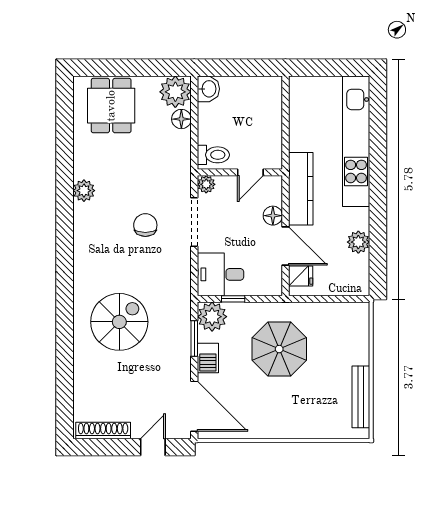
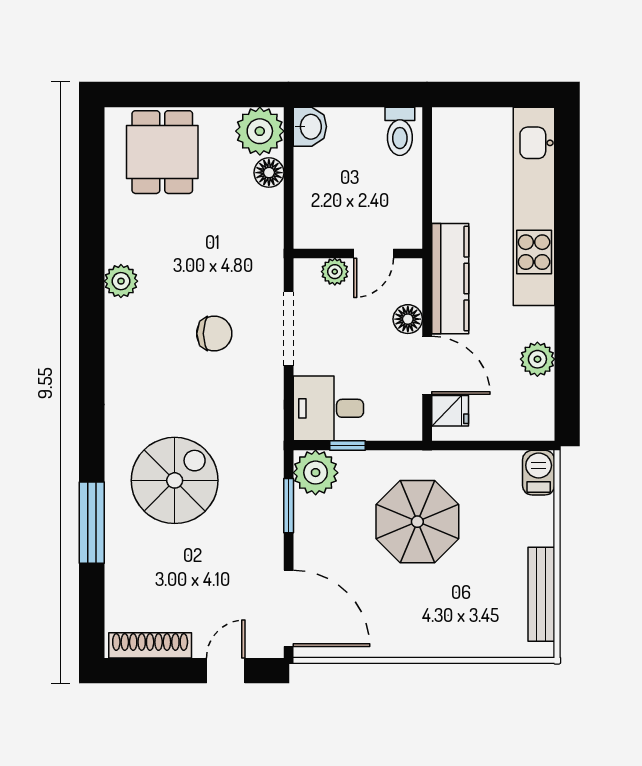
toilet: (213, 155) -> (400, 131), moved, turned 90
plant: (206, 184) -> (335, 272), moved
chair: (145, 225) -> (214, 334), turned 90
window: (65, 350) -> (92, 523), added
barbecue: (208, 358) -> (539, 473), moved, turned 180

